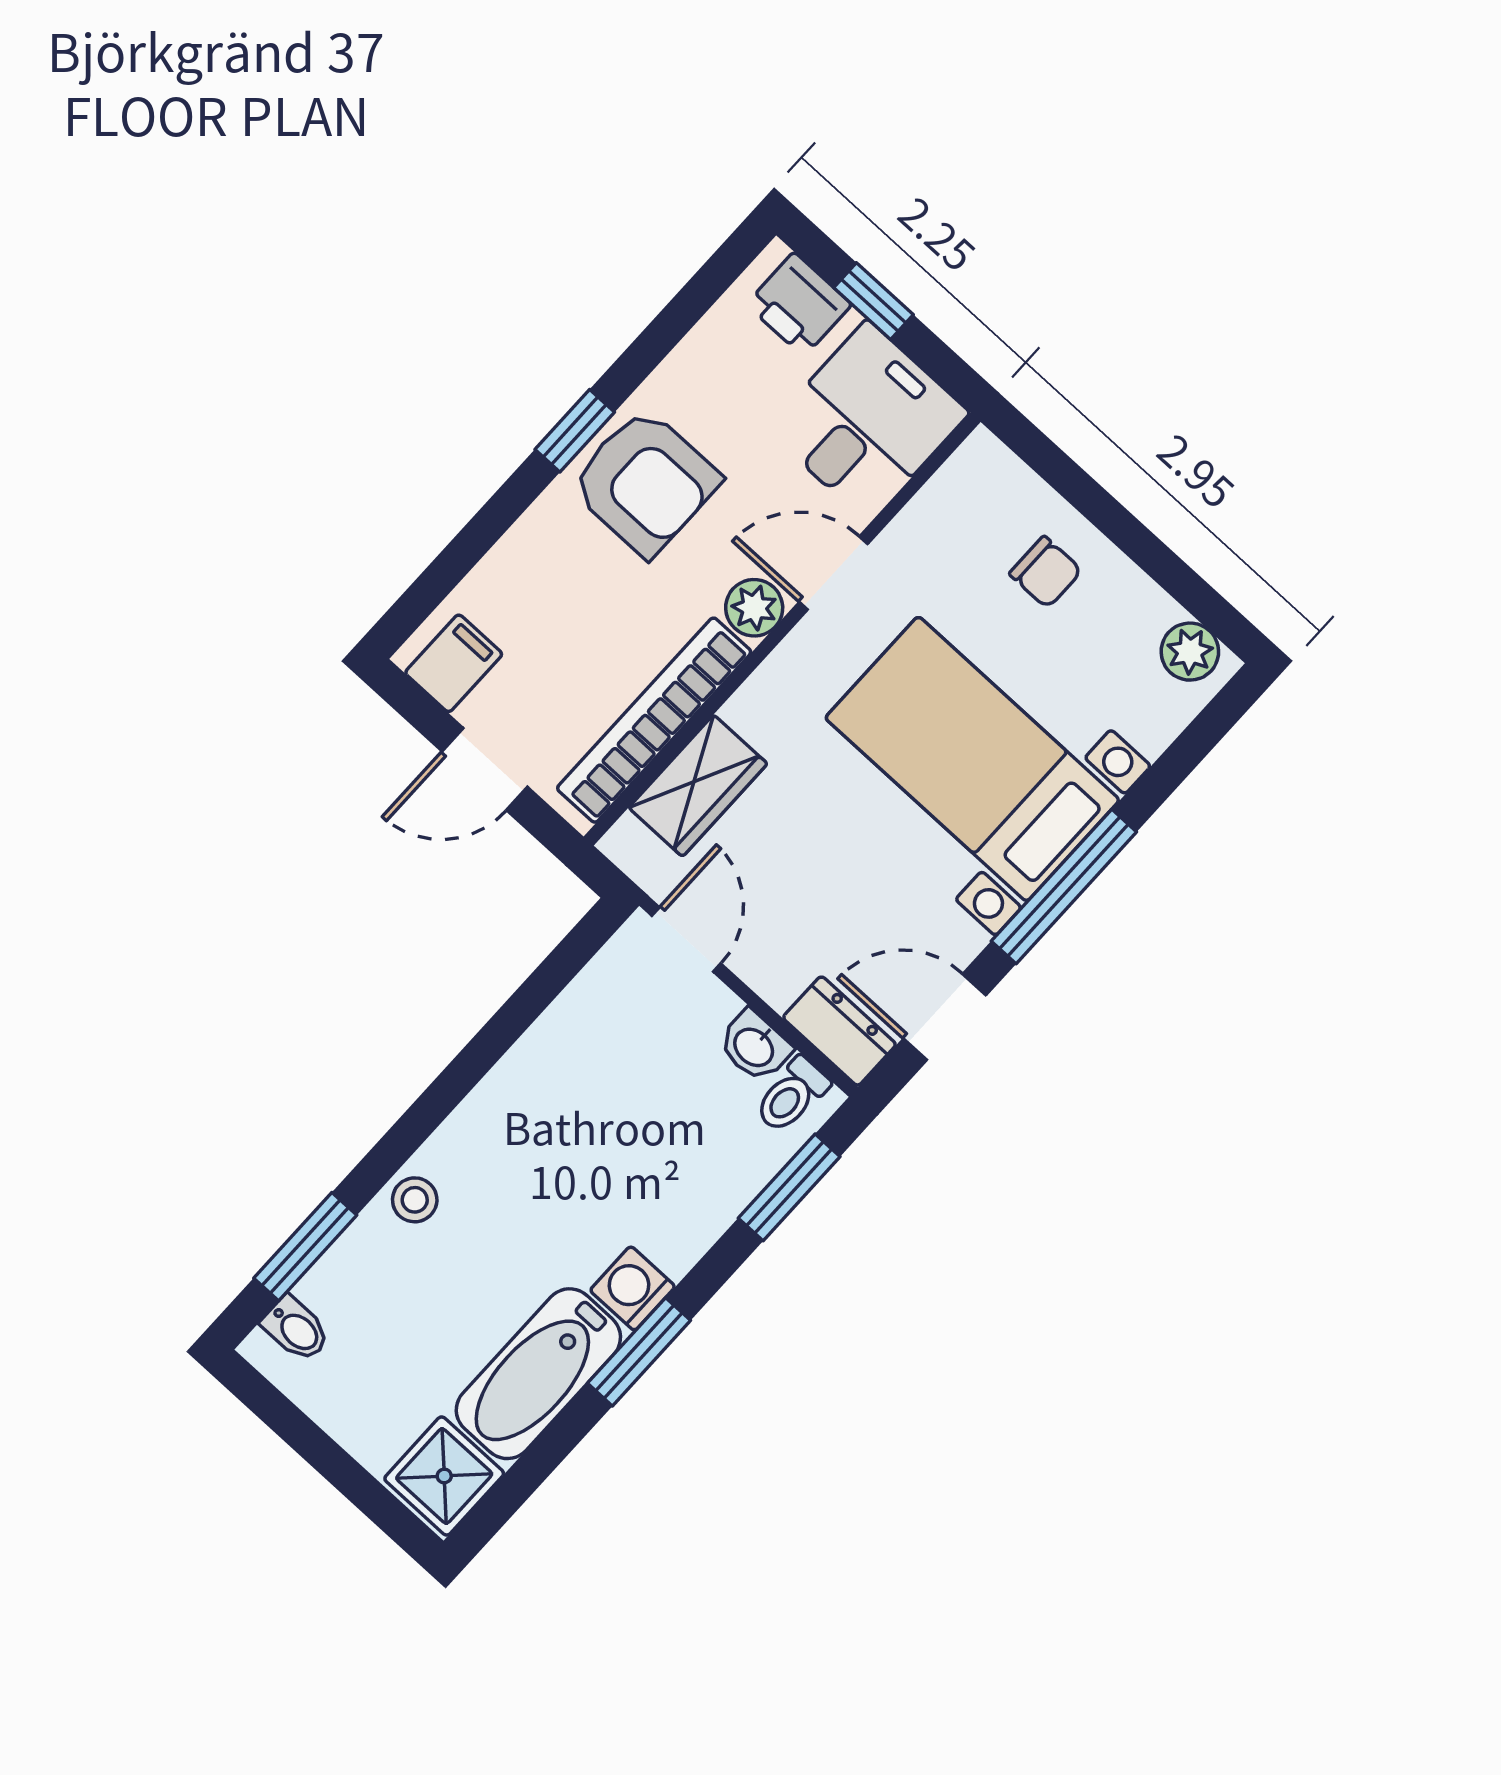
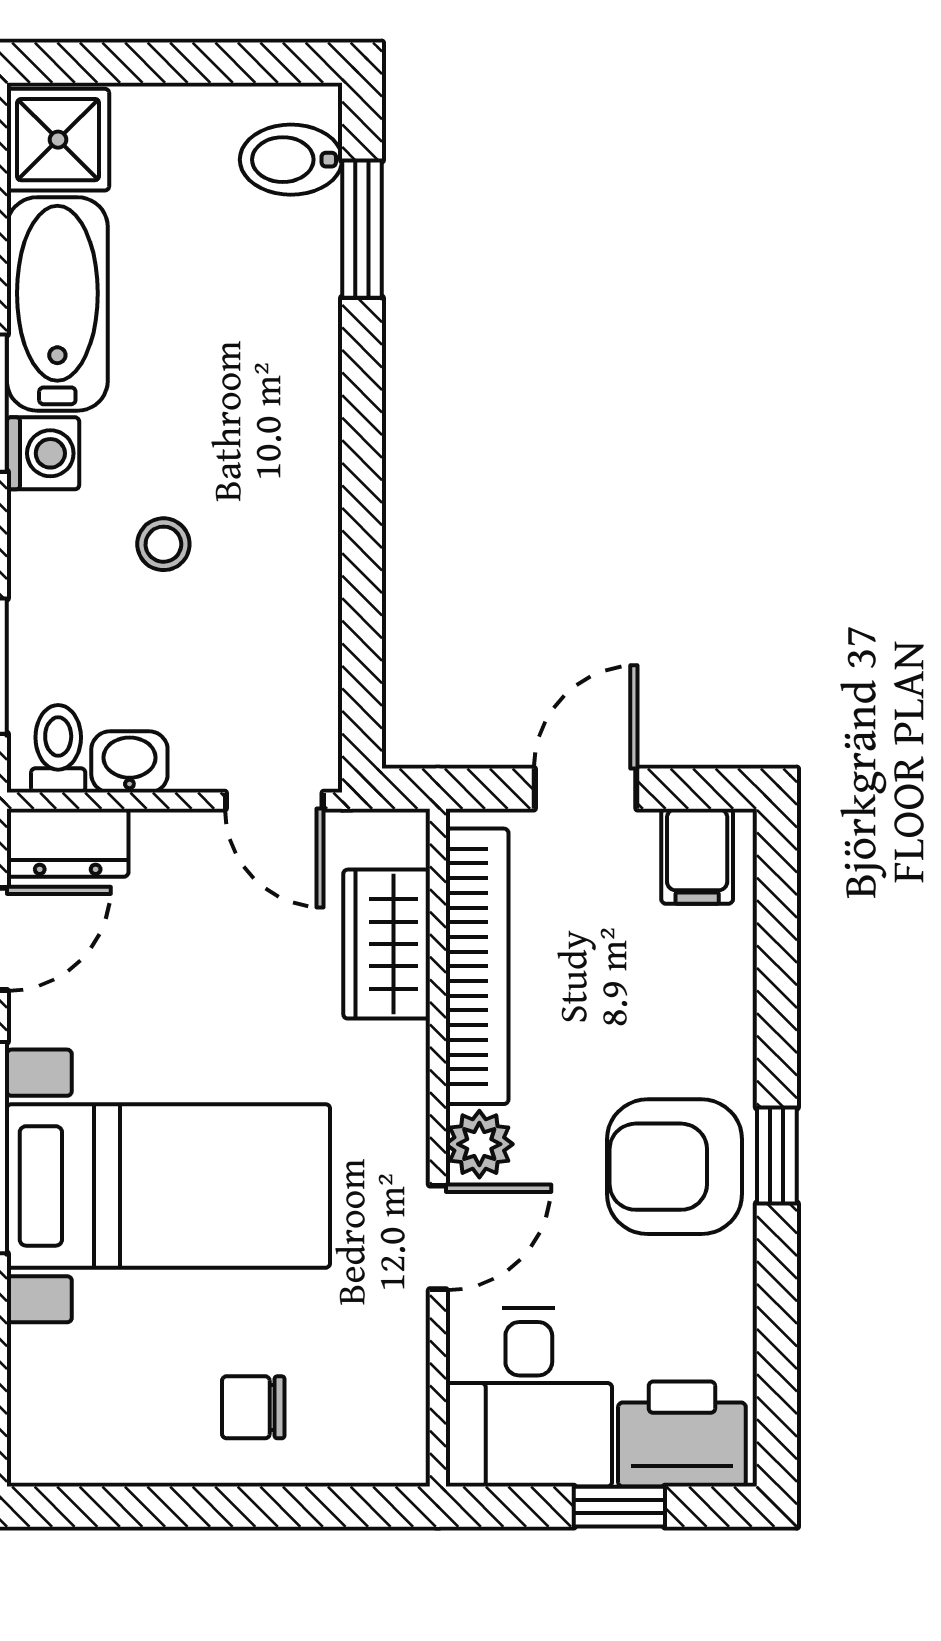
printer: (799, 304) -> (682, 1434), width x1.36, depth x1.24
plant: (1190, 652) -> (64, 1453), removed
stool: (415, 1200) -> (163, 544), moved
bidet: (296, 1329) -> (291, 160), width x1.38, depth x1.36

